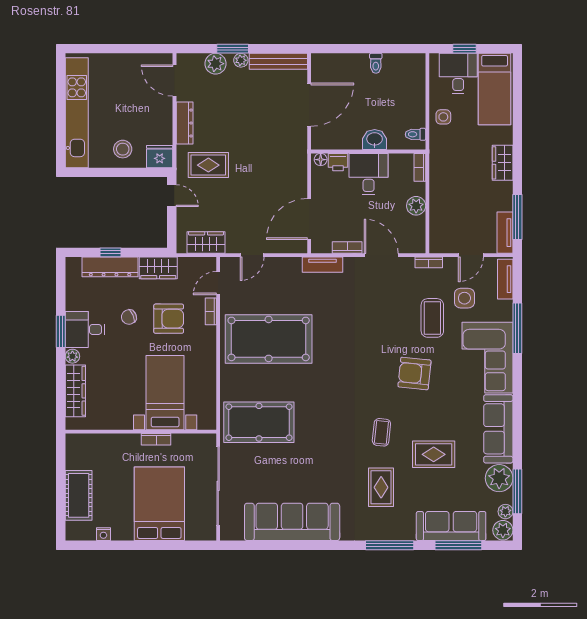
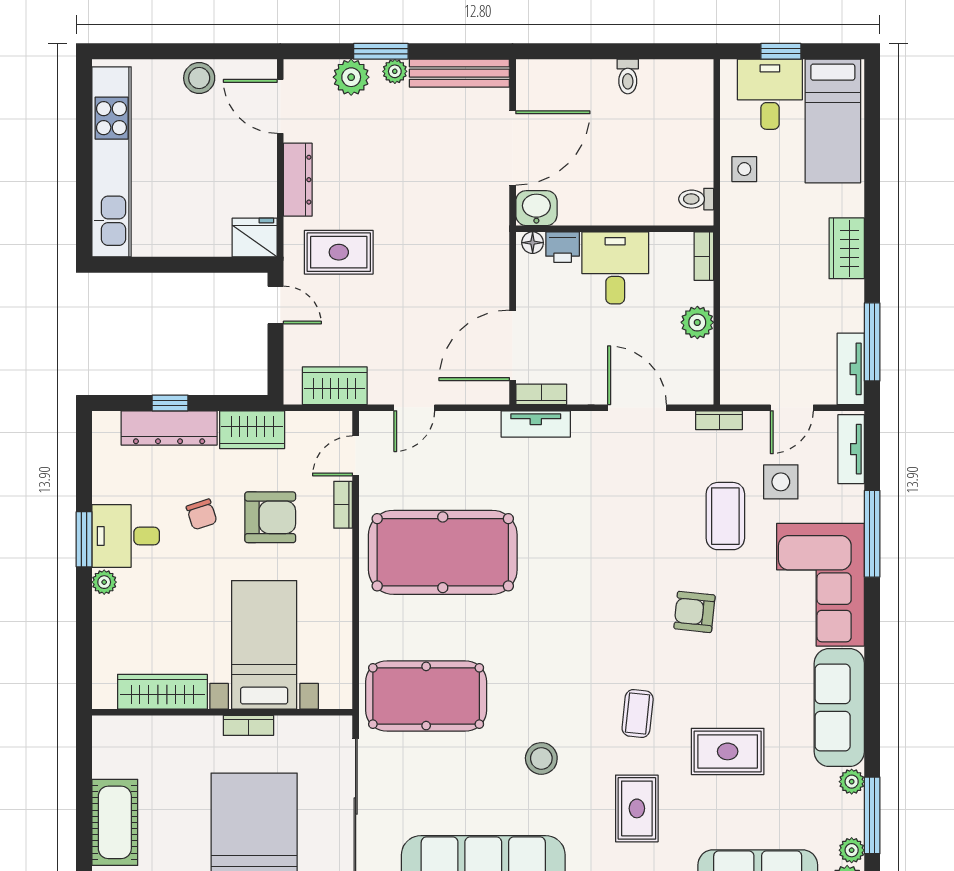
washbasin: (375, 140) -> (536, 208), moved
stool: (123, 149) -> (199, 78), moved
bookcase: (347, 247) -> (541, 394), moved
chair: (129, 317) -> (202, 514), turned -84
armchair: (414, 373) -> (694, 612), width x0.72, depth x0.72
wardrobe: (75, 391) -> (162, 692), moved, turned -90
stool: (326, 458) -> (541, 758), added
plant: (499, 478) -> (852, 782), width x0.53, depth x0.53

